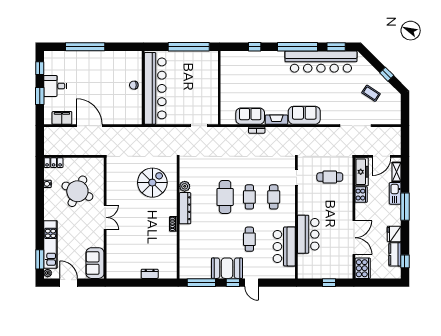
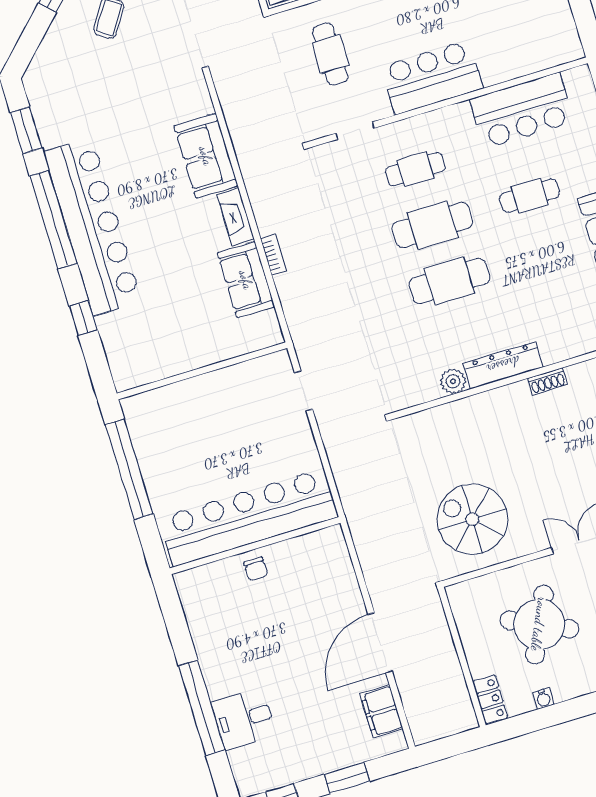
bar counter: (321, 62) -> (93, 226), moved
desk: (55, 86) -> (244, 719), moved, turned 90
spiral stairs: (152, 183) -> (472, 519), moved
cafe table: (249, 197) -> (432, 225), width x1.37, depth x1.35
bar counter: (308, 234) -> (432, 77), moved

